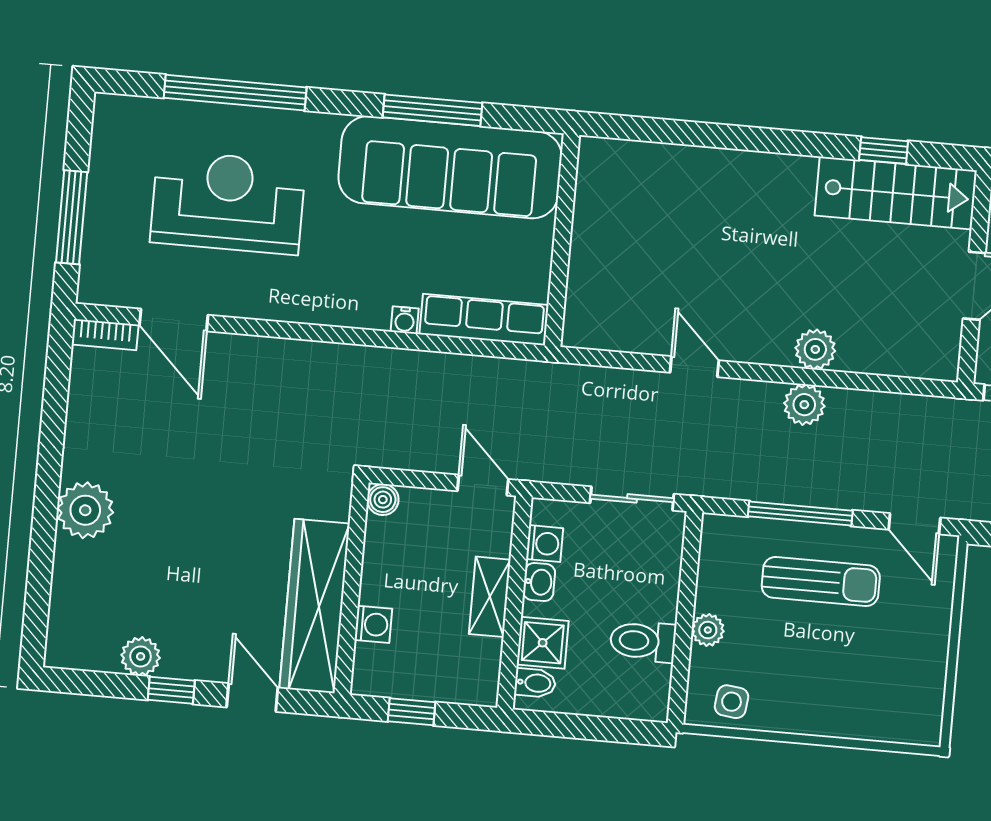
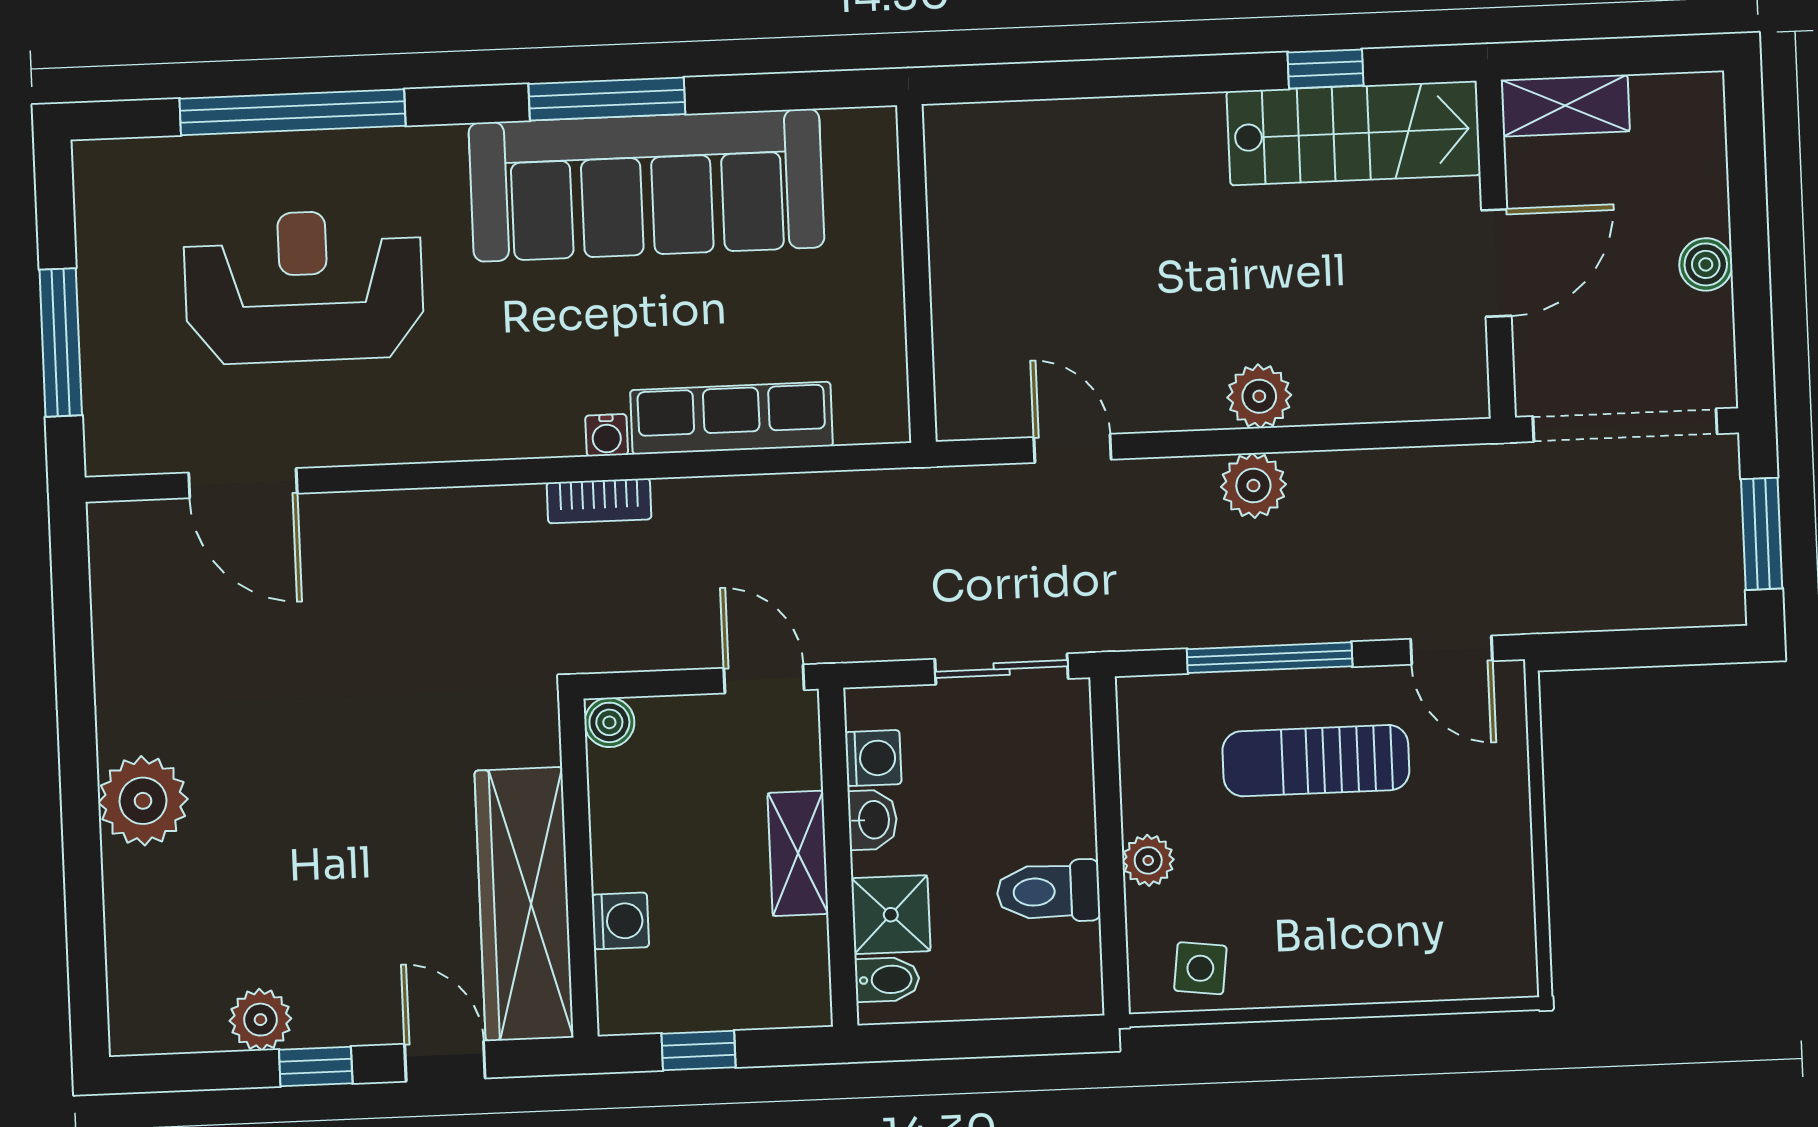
wall: (562, 240) -> (916, 273), moved
bookcase: (105, 335) -> (599, 501), moved
sun lounger: (821, 582) -> (1316, 761), turned 180

